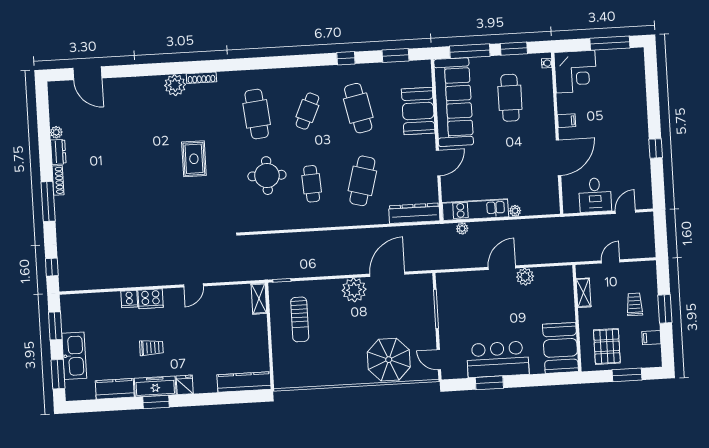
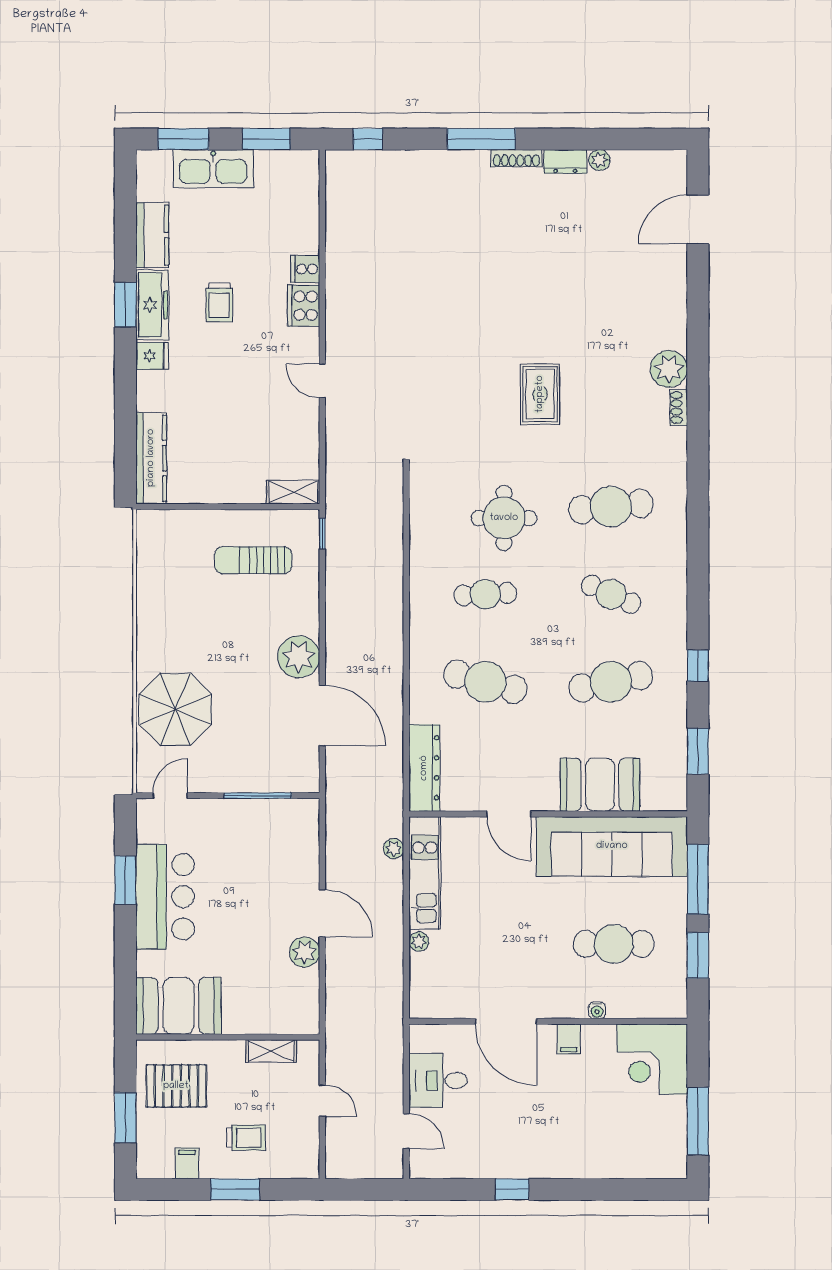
water cooler: (547, 63) -> (597, 1010), moved
shoe rack: (201, 78) -> (679, 407), width x0.70
rug: (194, 159) -> (540, 394), turned 90

